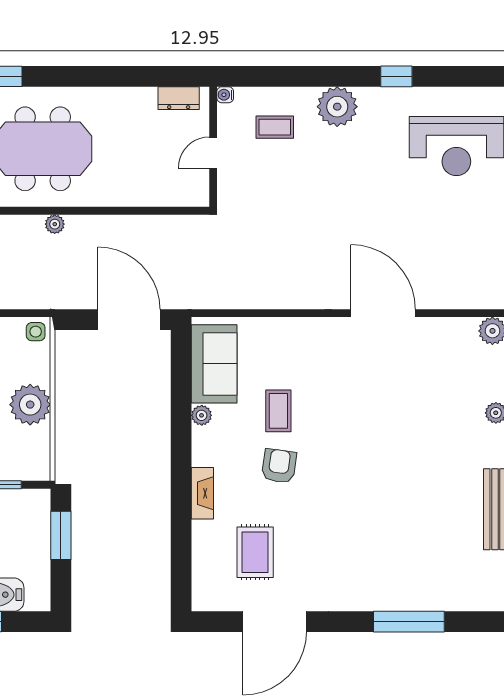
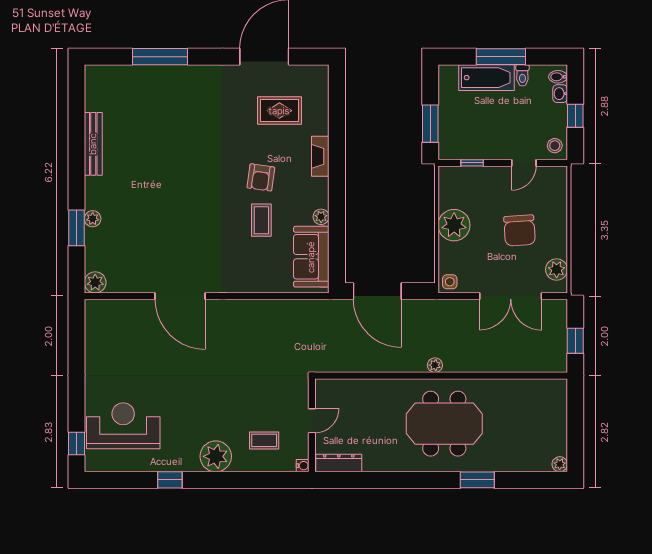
dresser: (179, 98) -> (339, 463), width x1.44
rug: (255, 552) -> (279, 111), turned 90

